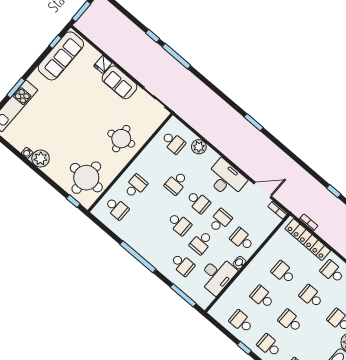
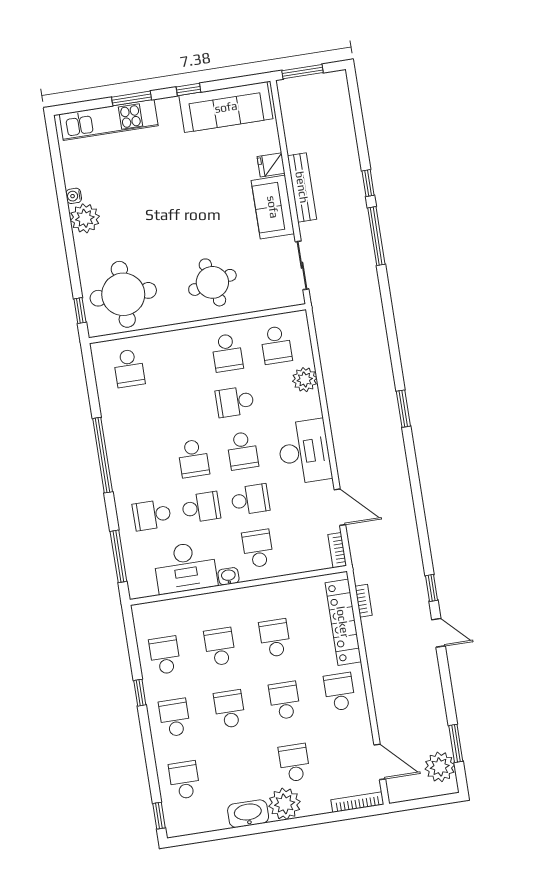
window: (55, 42) -> (188, 89), moved
bench: (125, 63) -> (302, 187), added
school desk: (136, 186) -> (227, 353), moved, turned 90
school desk: (201, 243) -> (201, 507), turned 180
school desk: (182, 265) -> (152, 515), turned 90

